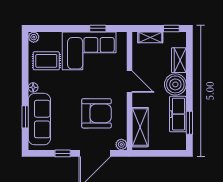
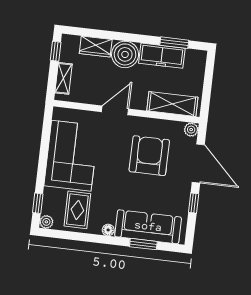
window: (98, 28) -> (38, 203), moved

